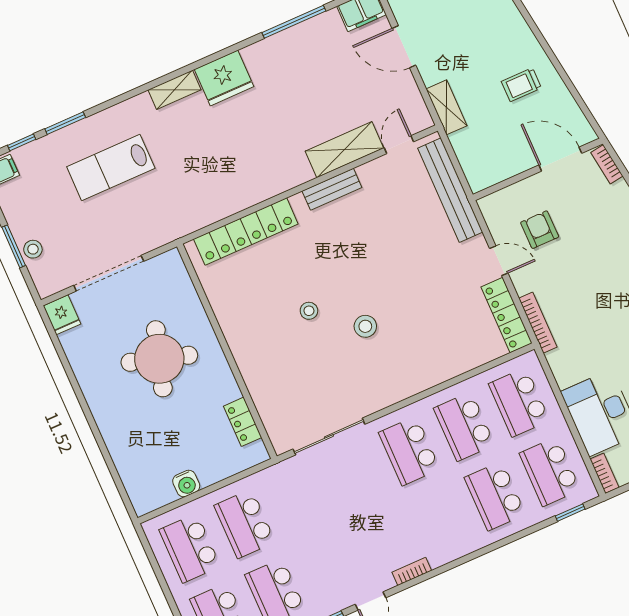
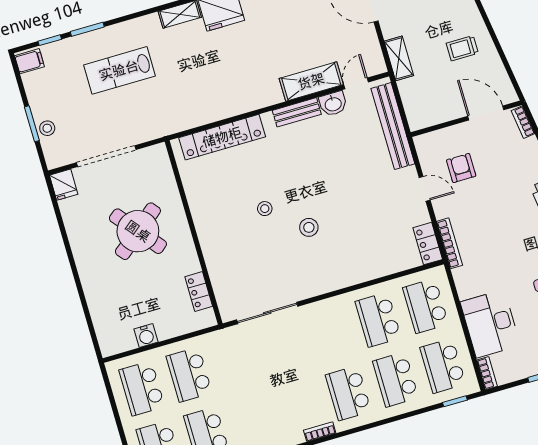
washbasin: (374, 173) -> (333, 104), added
locker: (507, 315) -> (428, 244), width x0.66
round table: (159, 359) -> (138, 231), turned 34
school desk: (409, 451) -> (348, 393), moved

